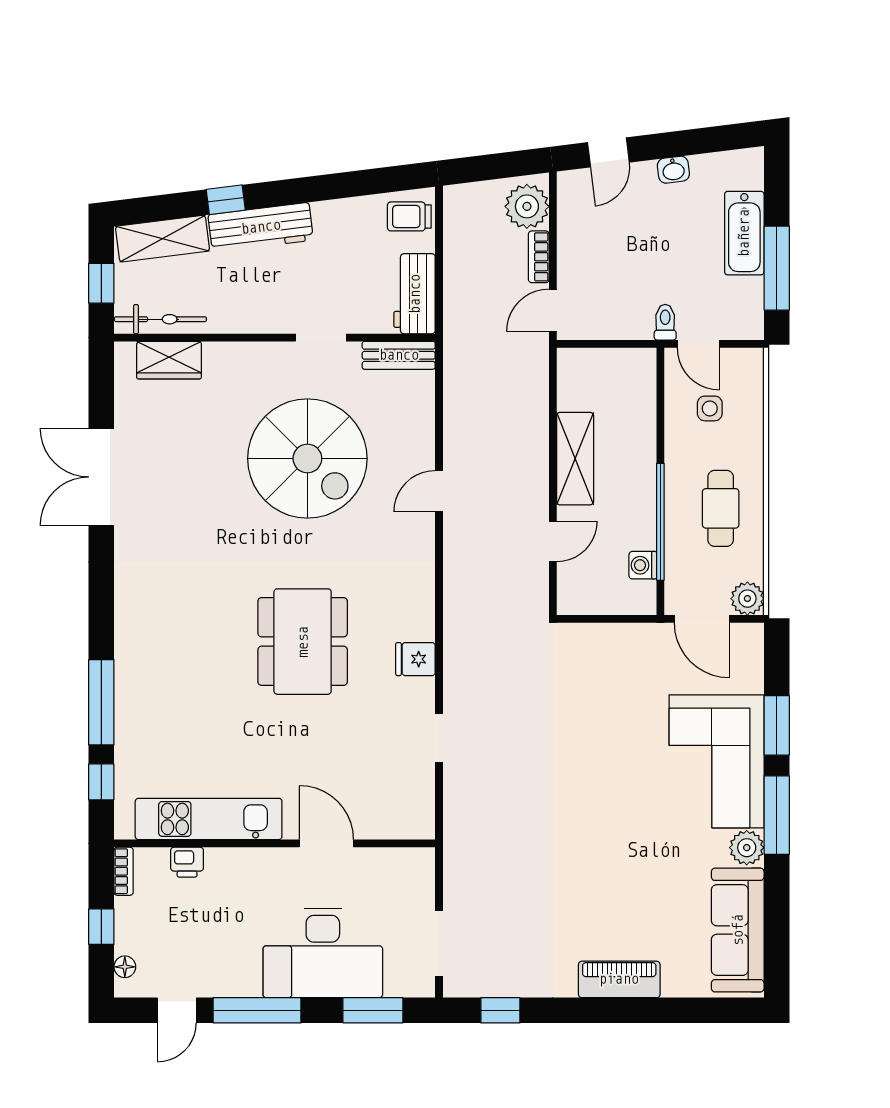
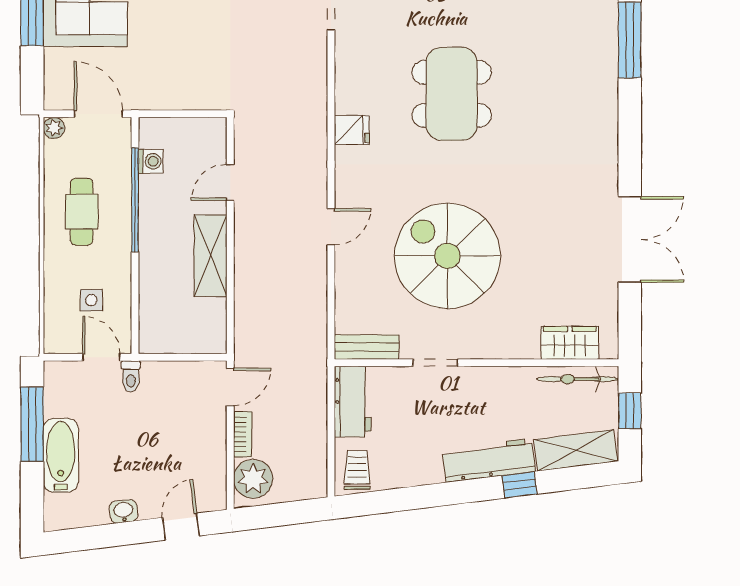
trolley: (409, 216) -> (357, 470), turned -90
plant: (747, 599) -> (54, 128), width x0.73, depth x0.73
fridge: (415, 659) -> (352, 130), moved

